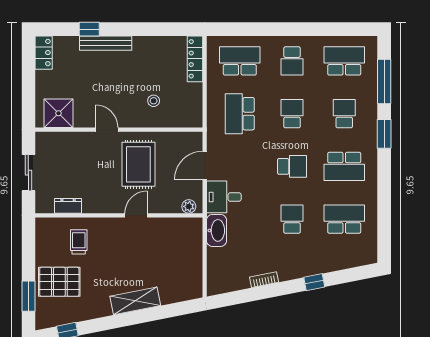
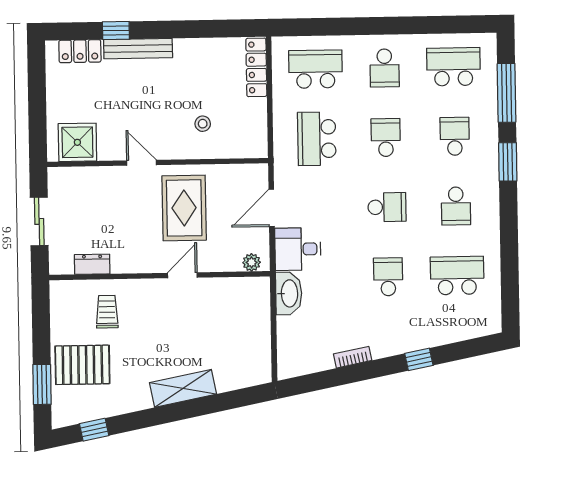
locker: (44, 53) -> (80, 51), moved, turned 90
school desk: (344, 166) -> (456, 206), width x0.54

